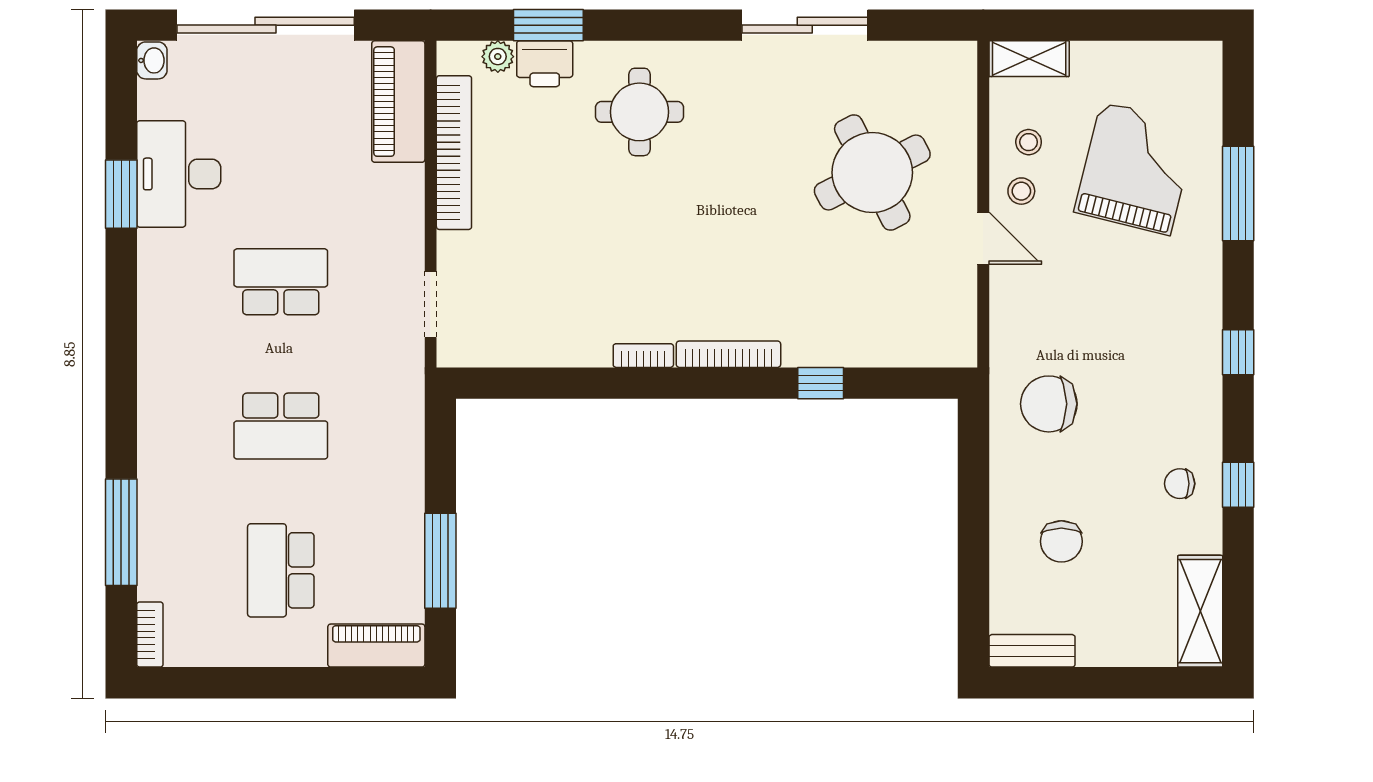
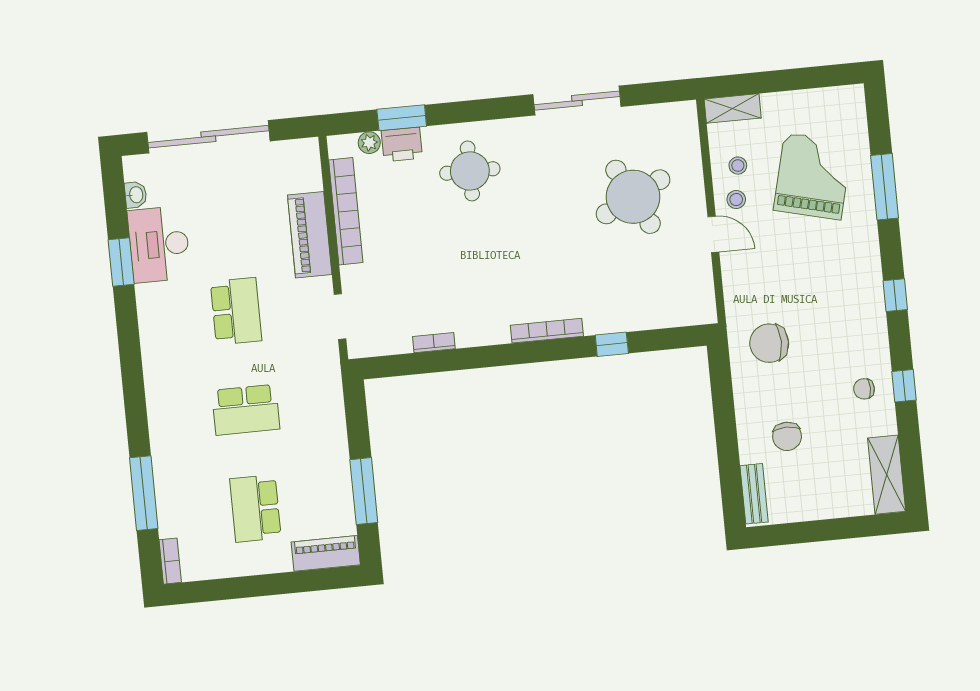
washbasin: (152, 60) -> (136, 195), moved
piano: (398, 102) -> (310, 235), moved
school desk: (281, 282) -> (236, 311), turned 90
bookcase: (643, 356) -> (434, 343), moved
bench: (1032, 651) -> (754, 494), moved, turned 90

